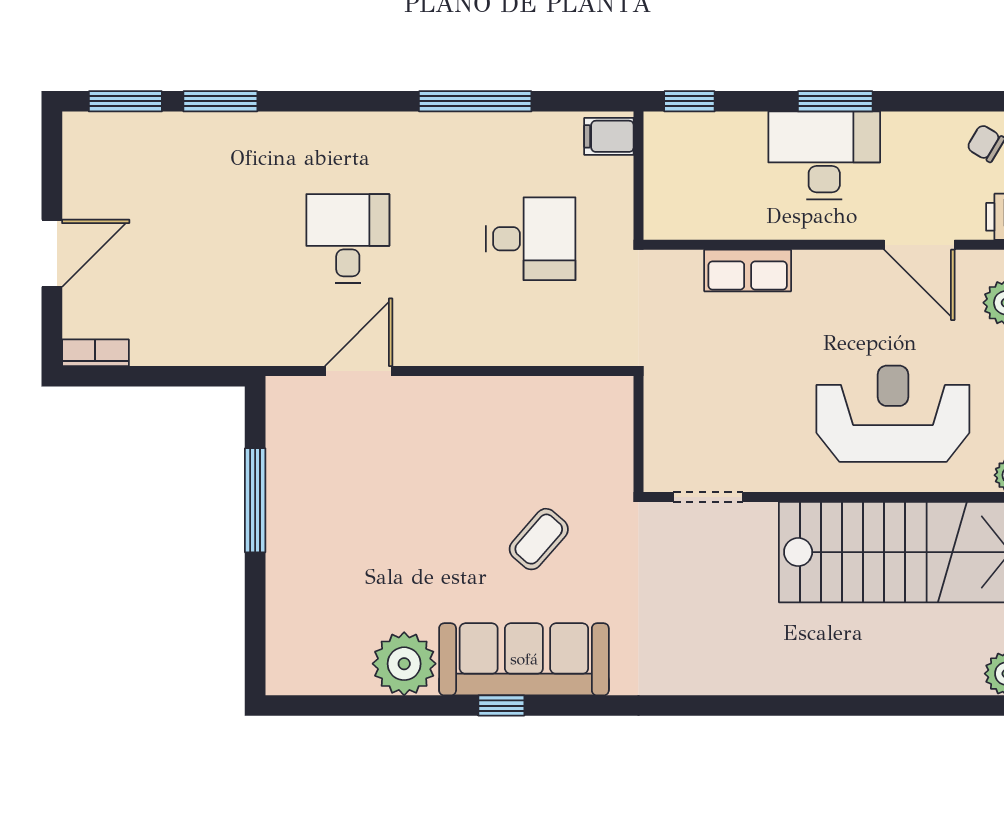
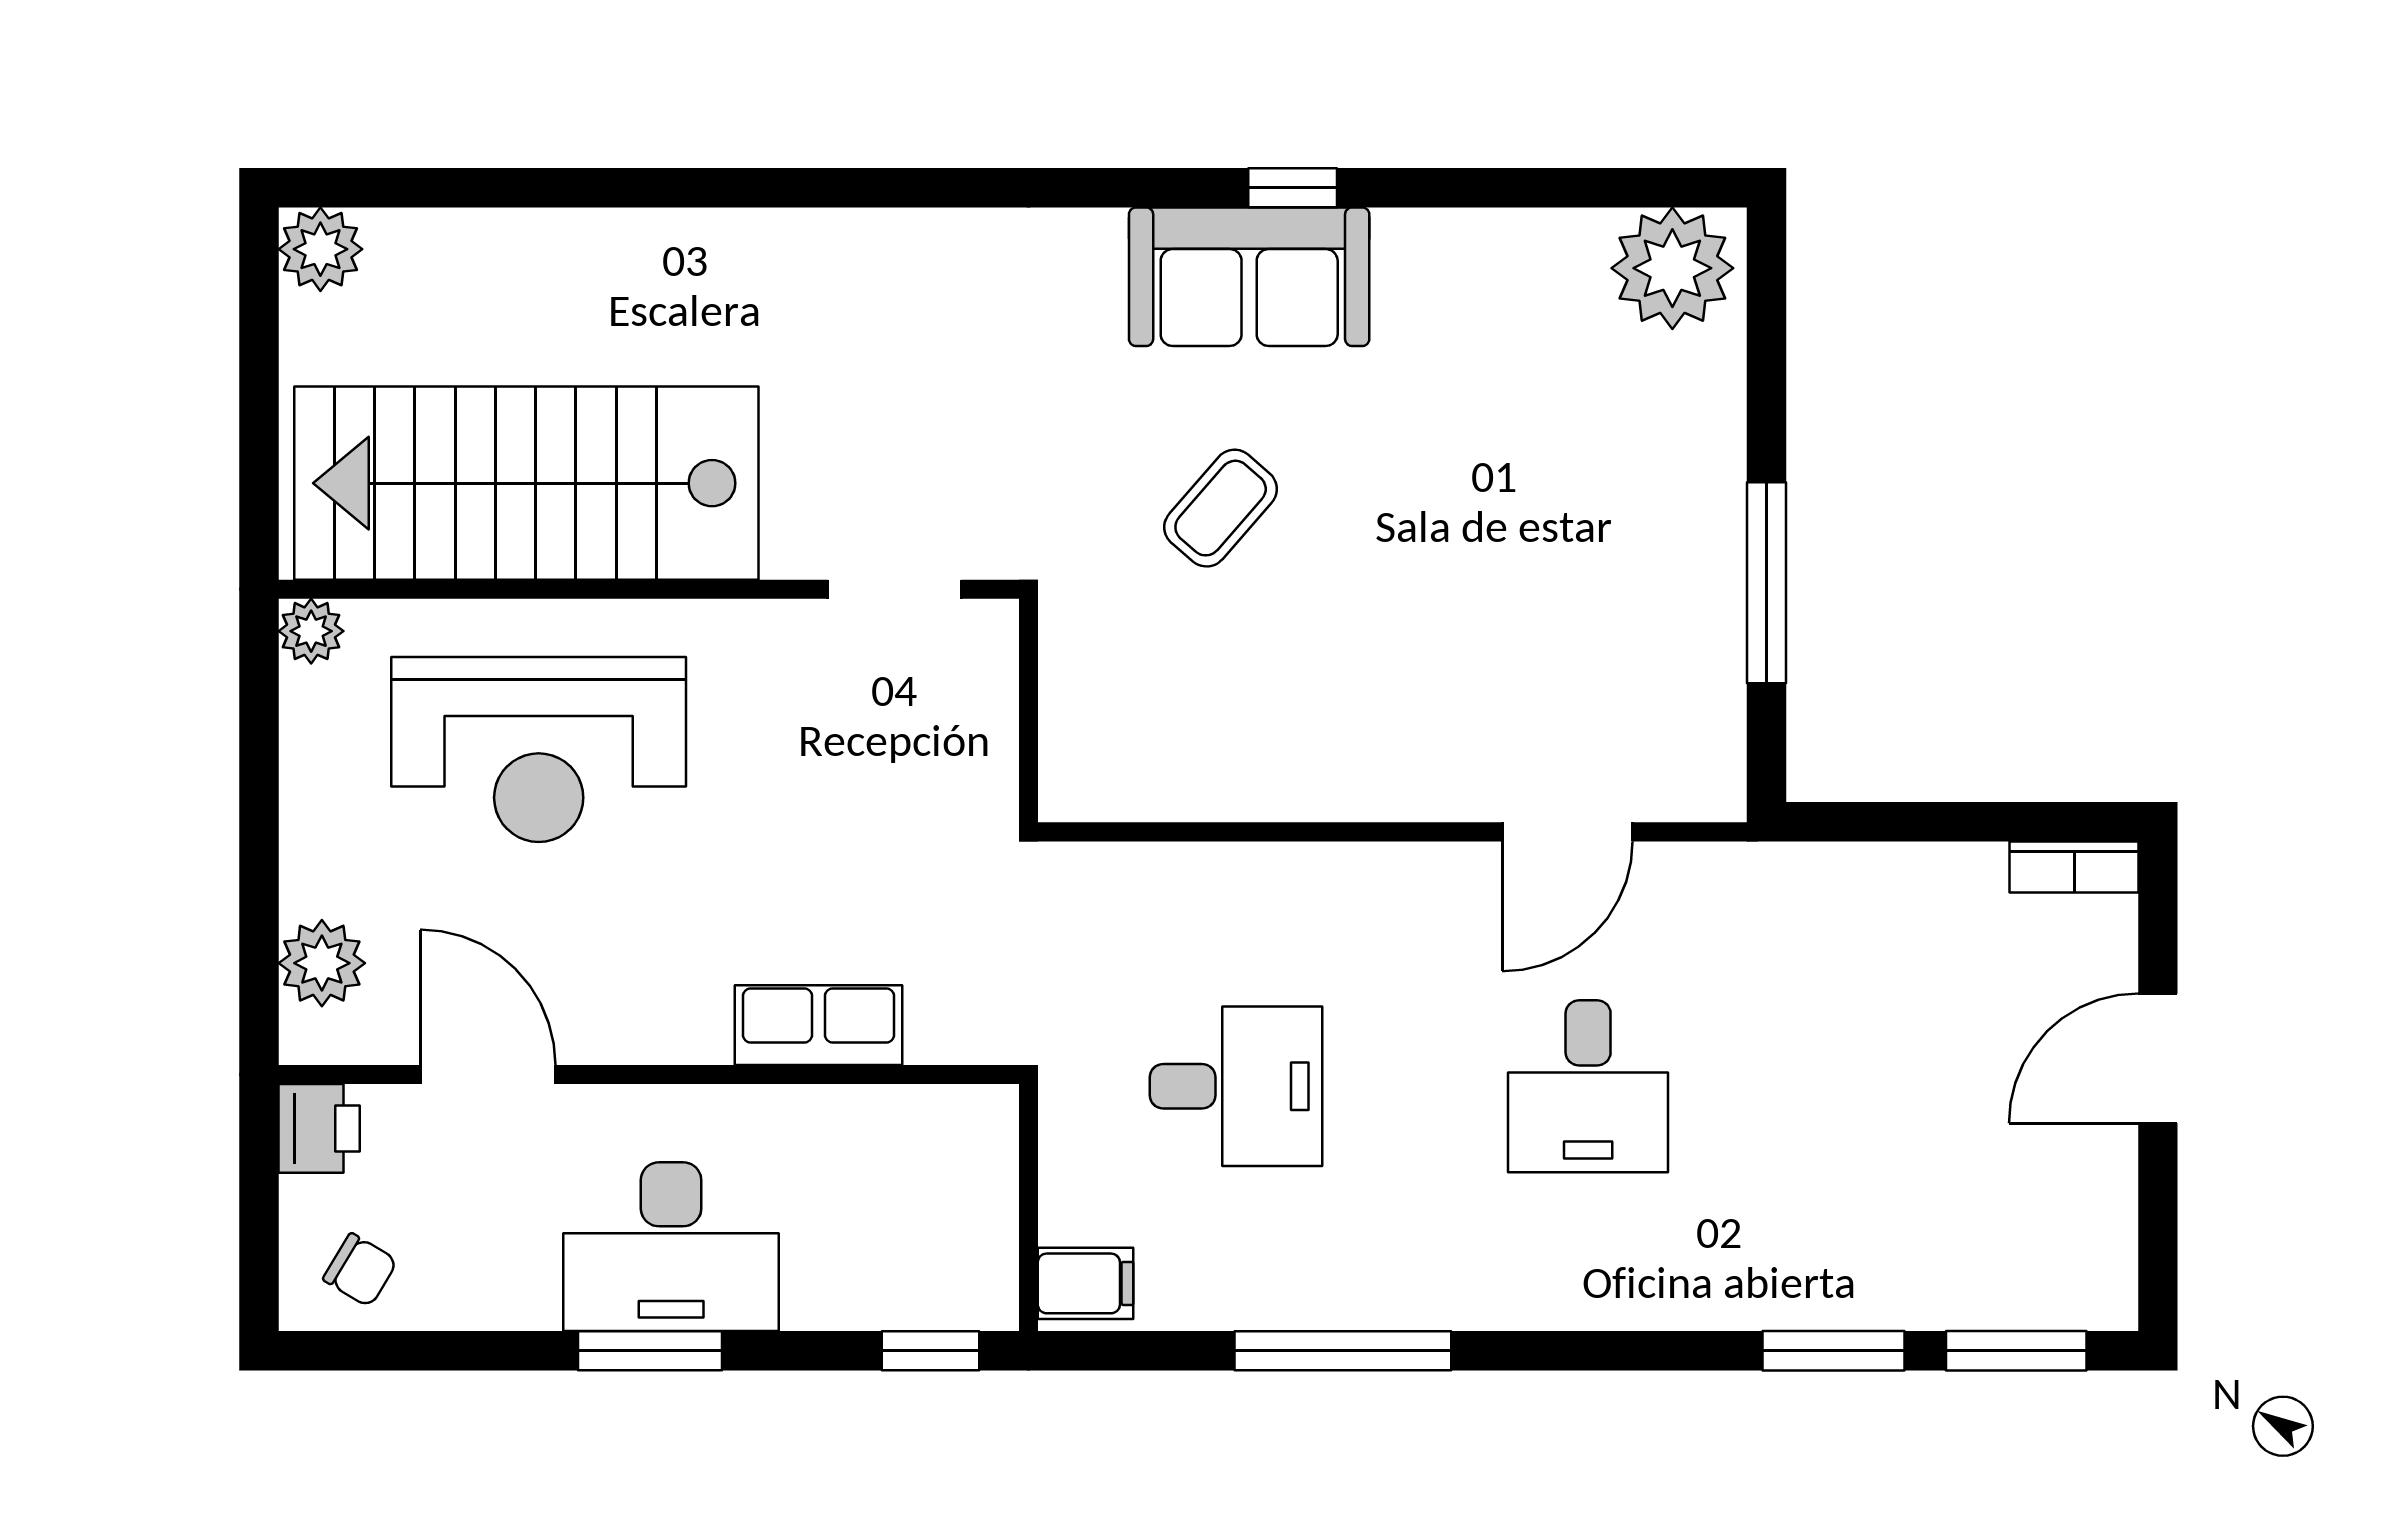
desk: (531, 239) -> (1236, 1086), turned 180
sofa: (524, 659) -> (1249, 277), width x0.73
plant: (404, 664) -> (1672, 268), moved

